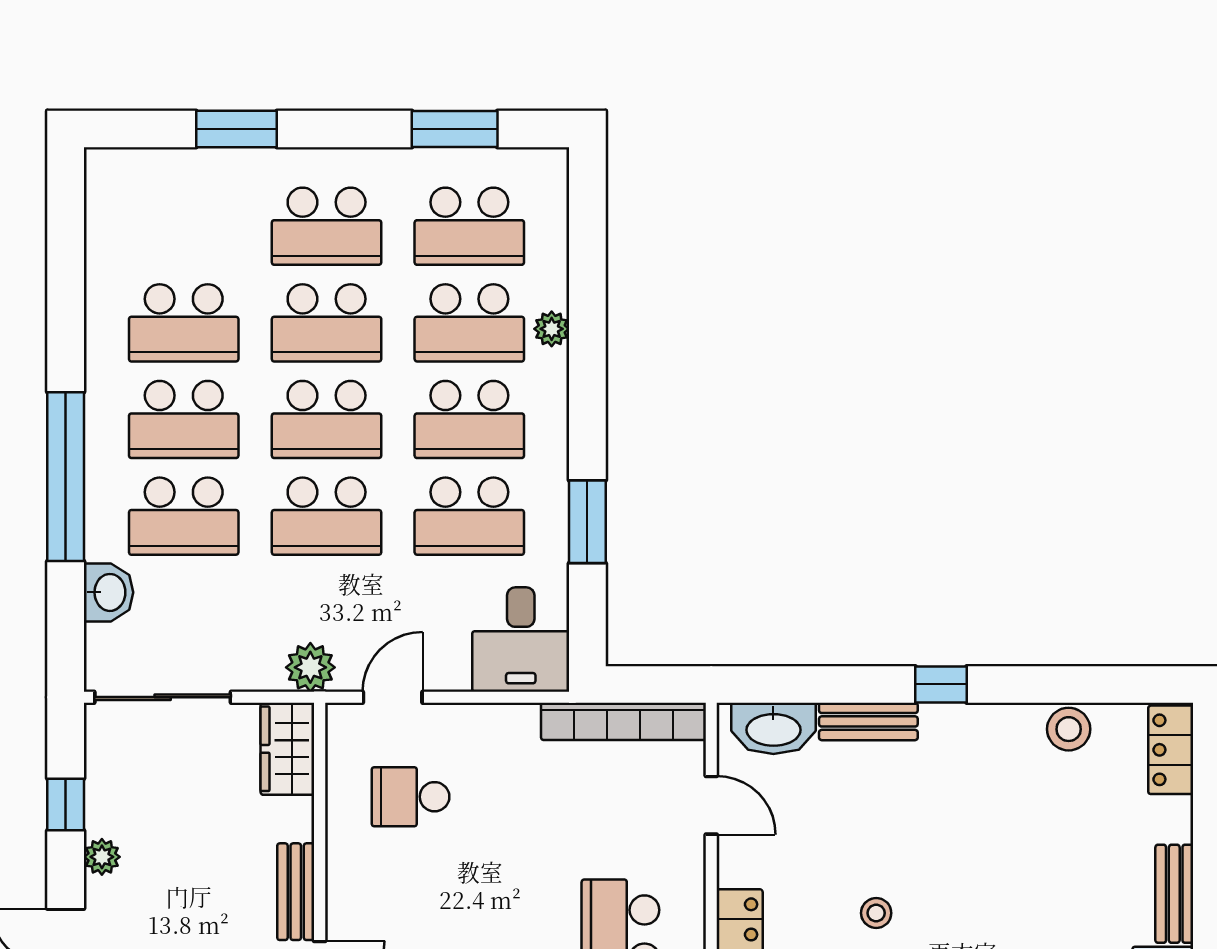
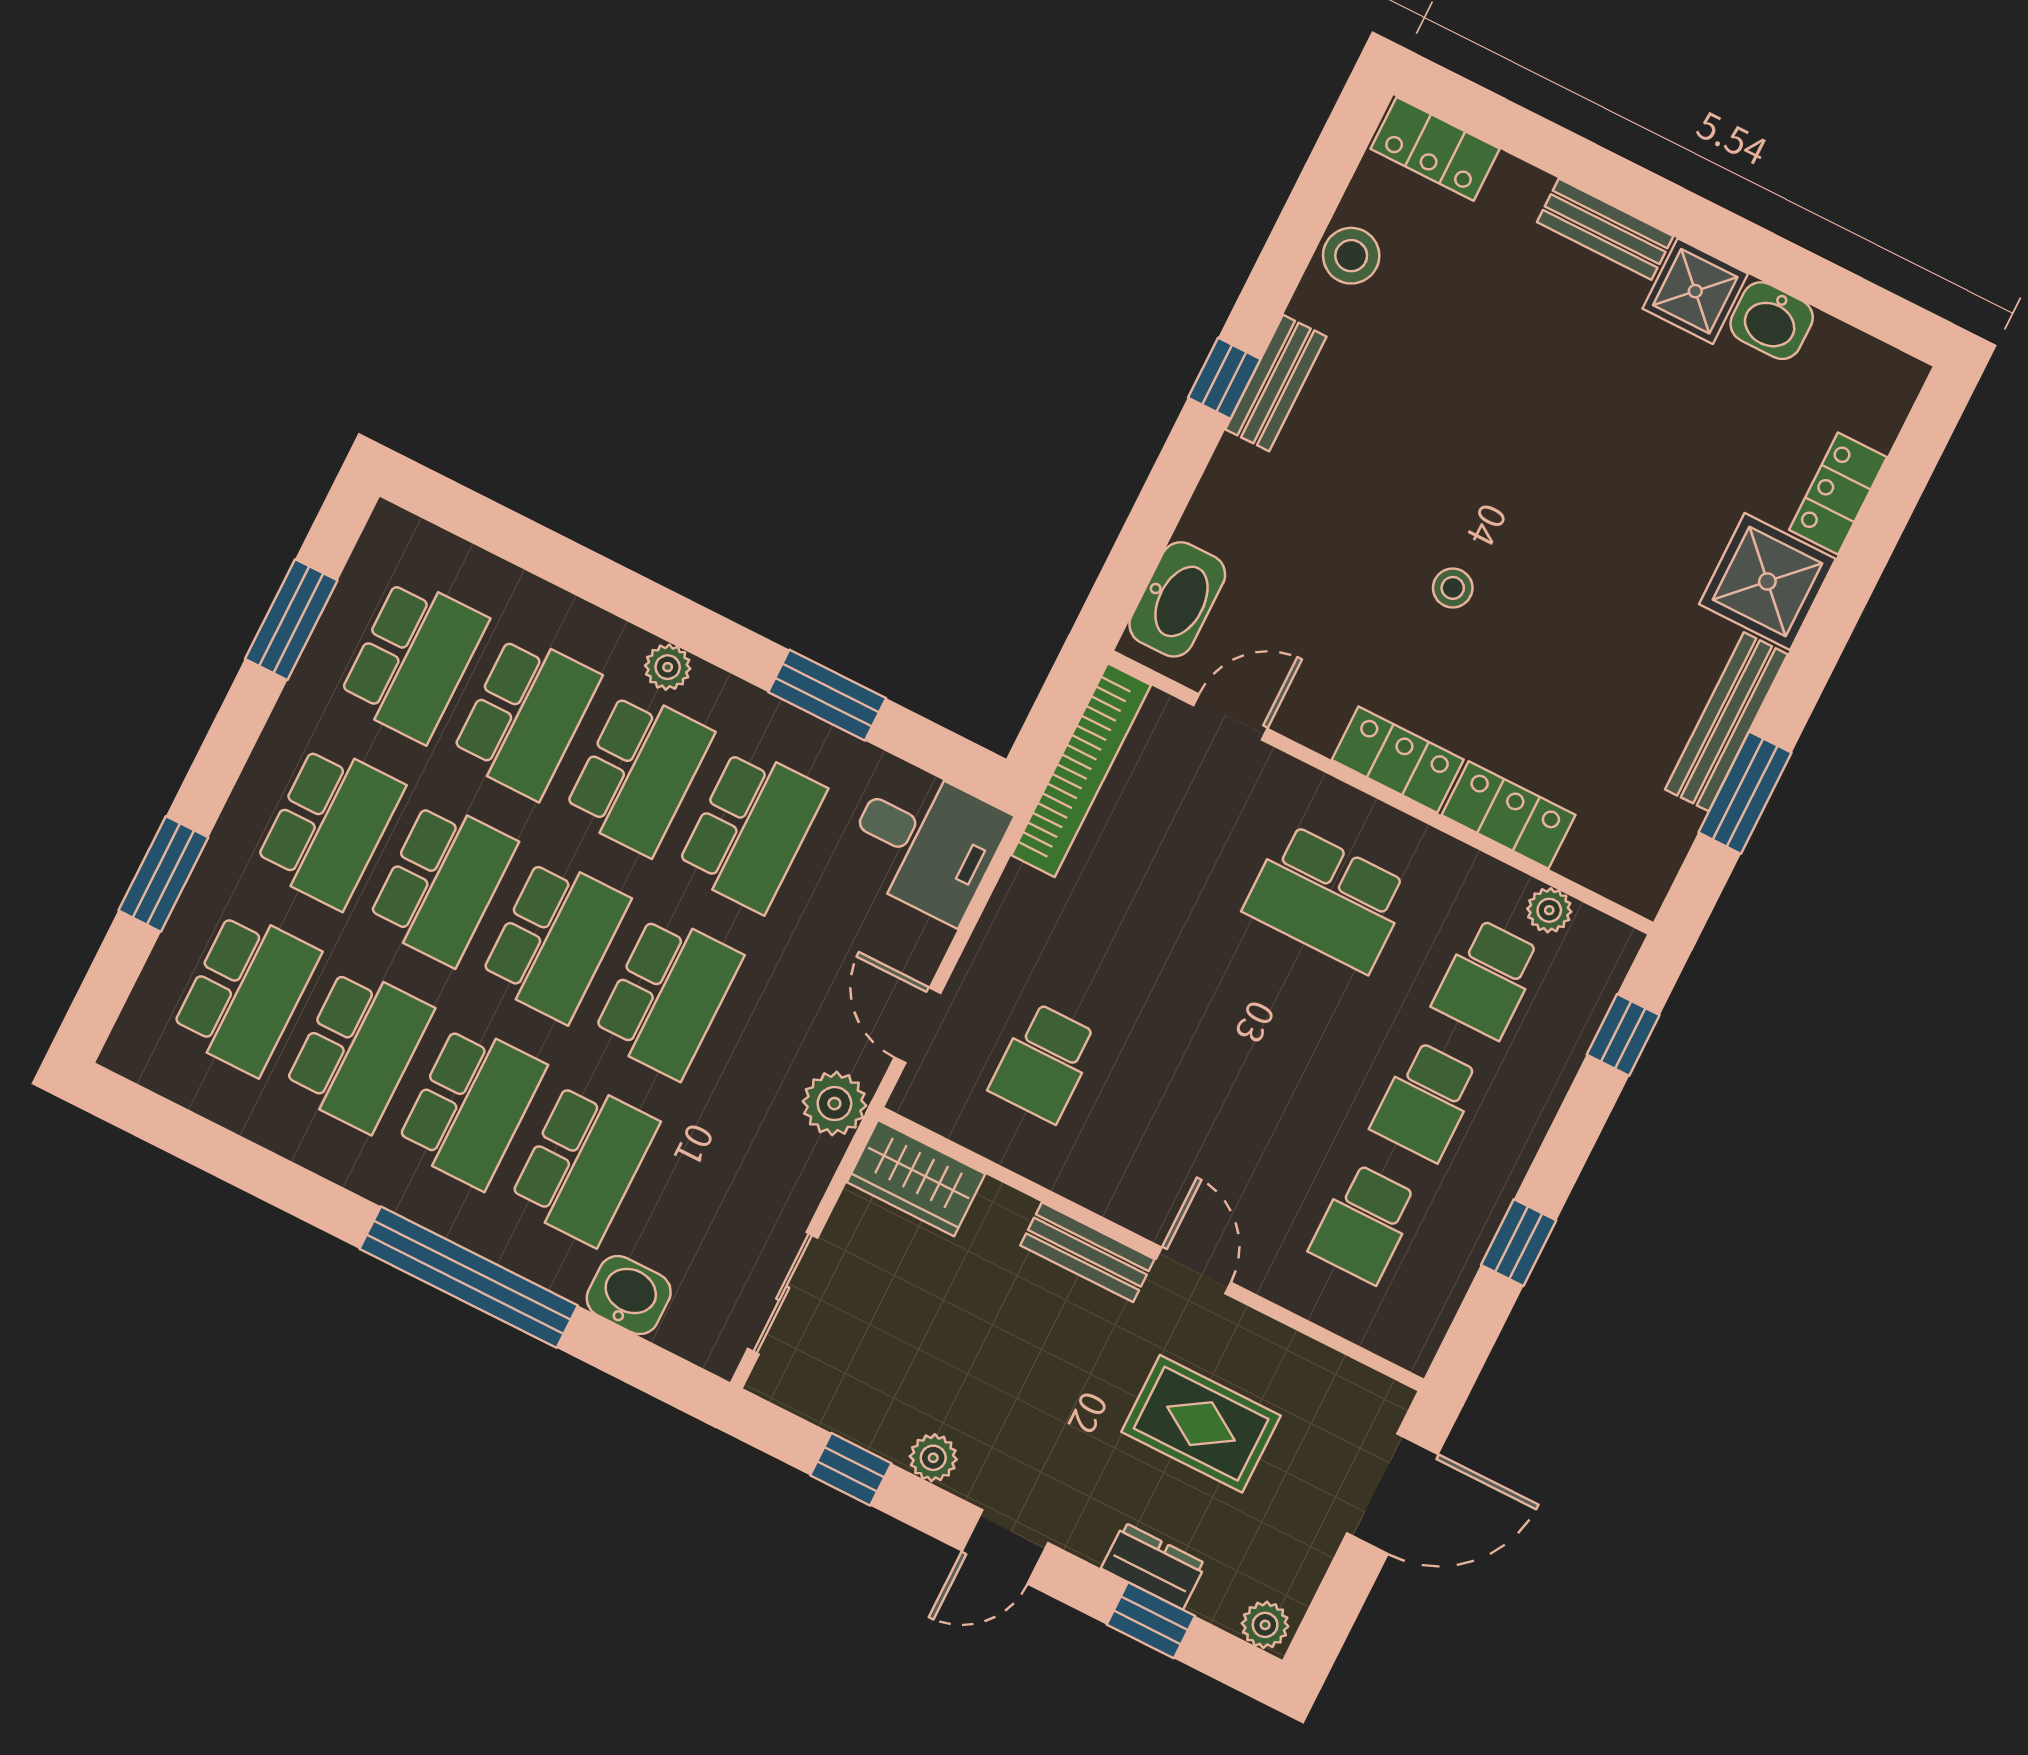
school desk: (184, 226) -> (246, 993), added
plant: (552, 329) -> (668, 667), moved
sliding door: (163, 697) -> (783, 1293), width x0.73
bench: (868, 721) -> (1276, 383), moved

